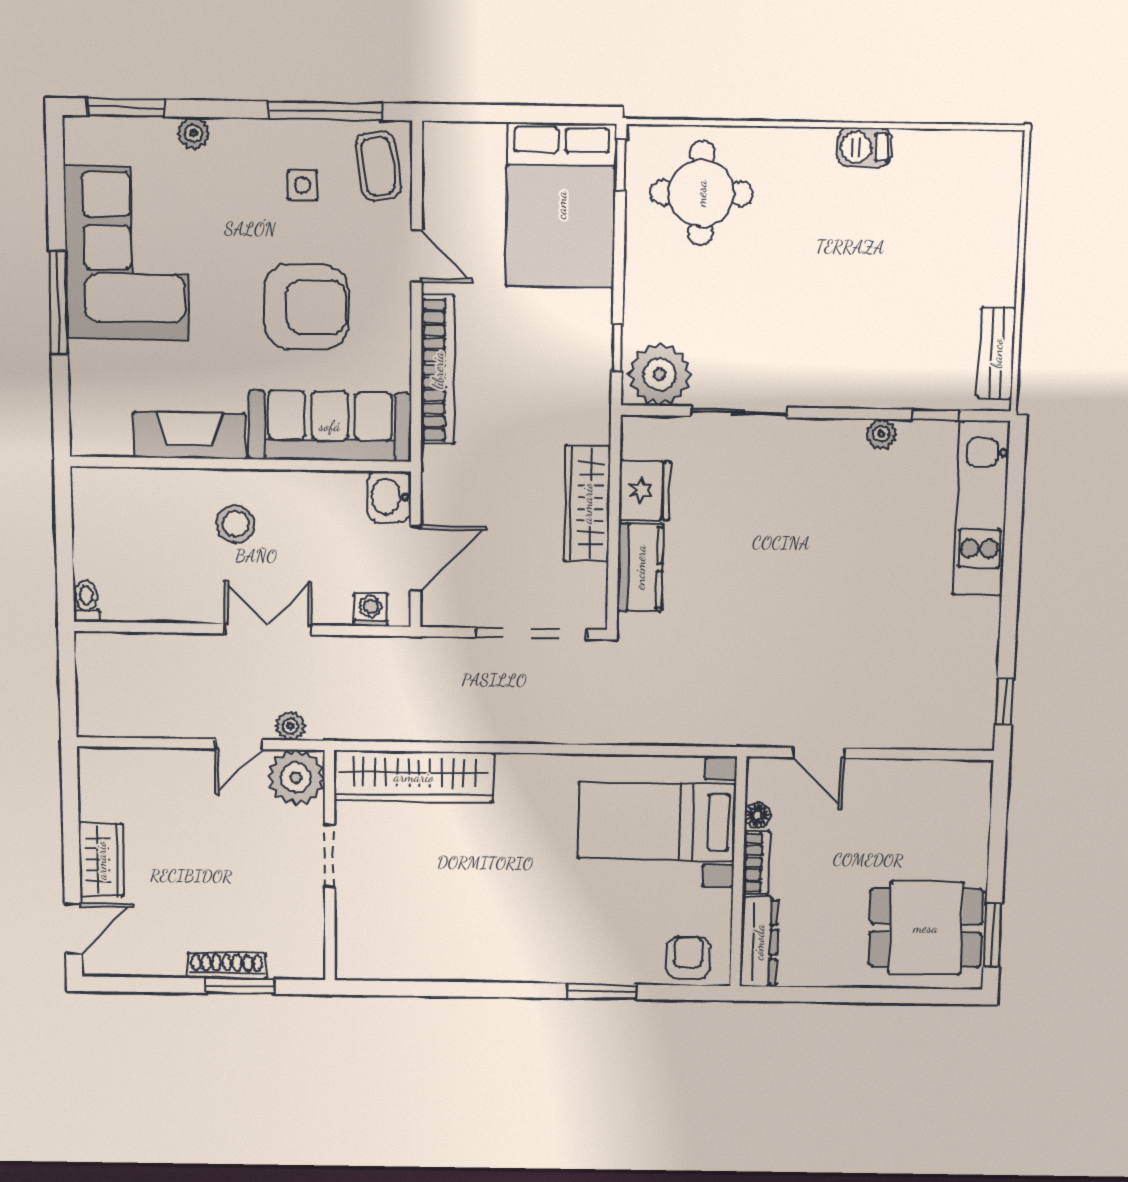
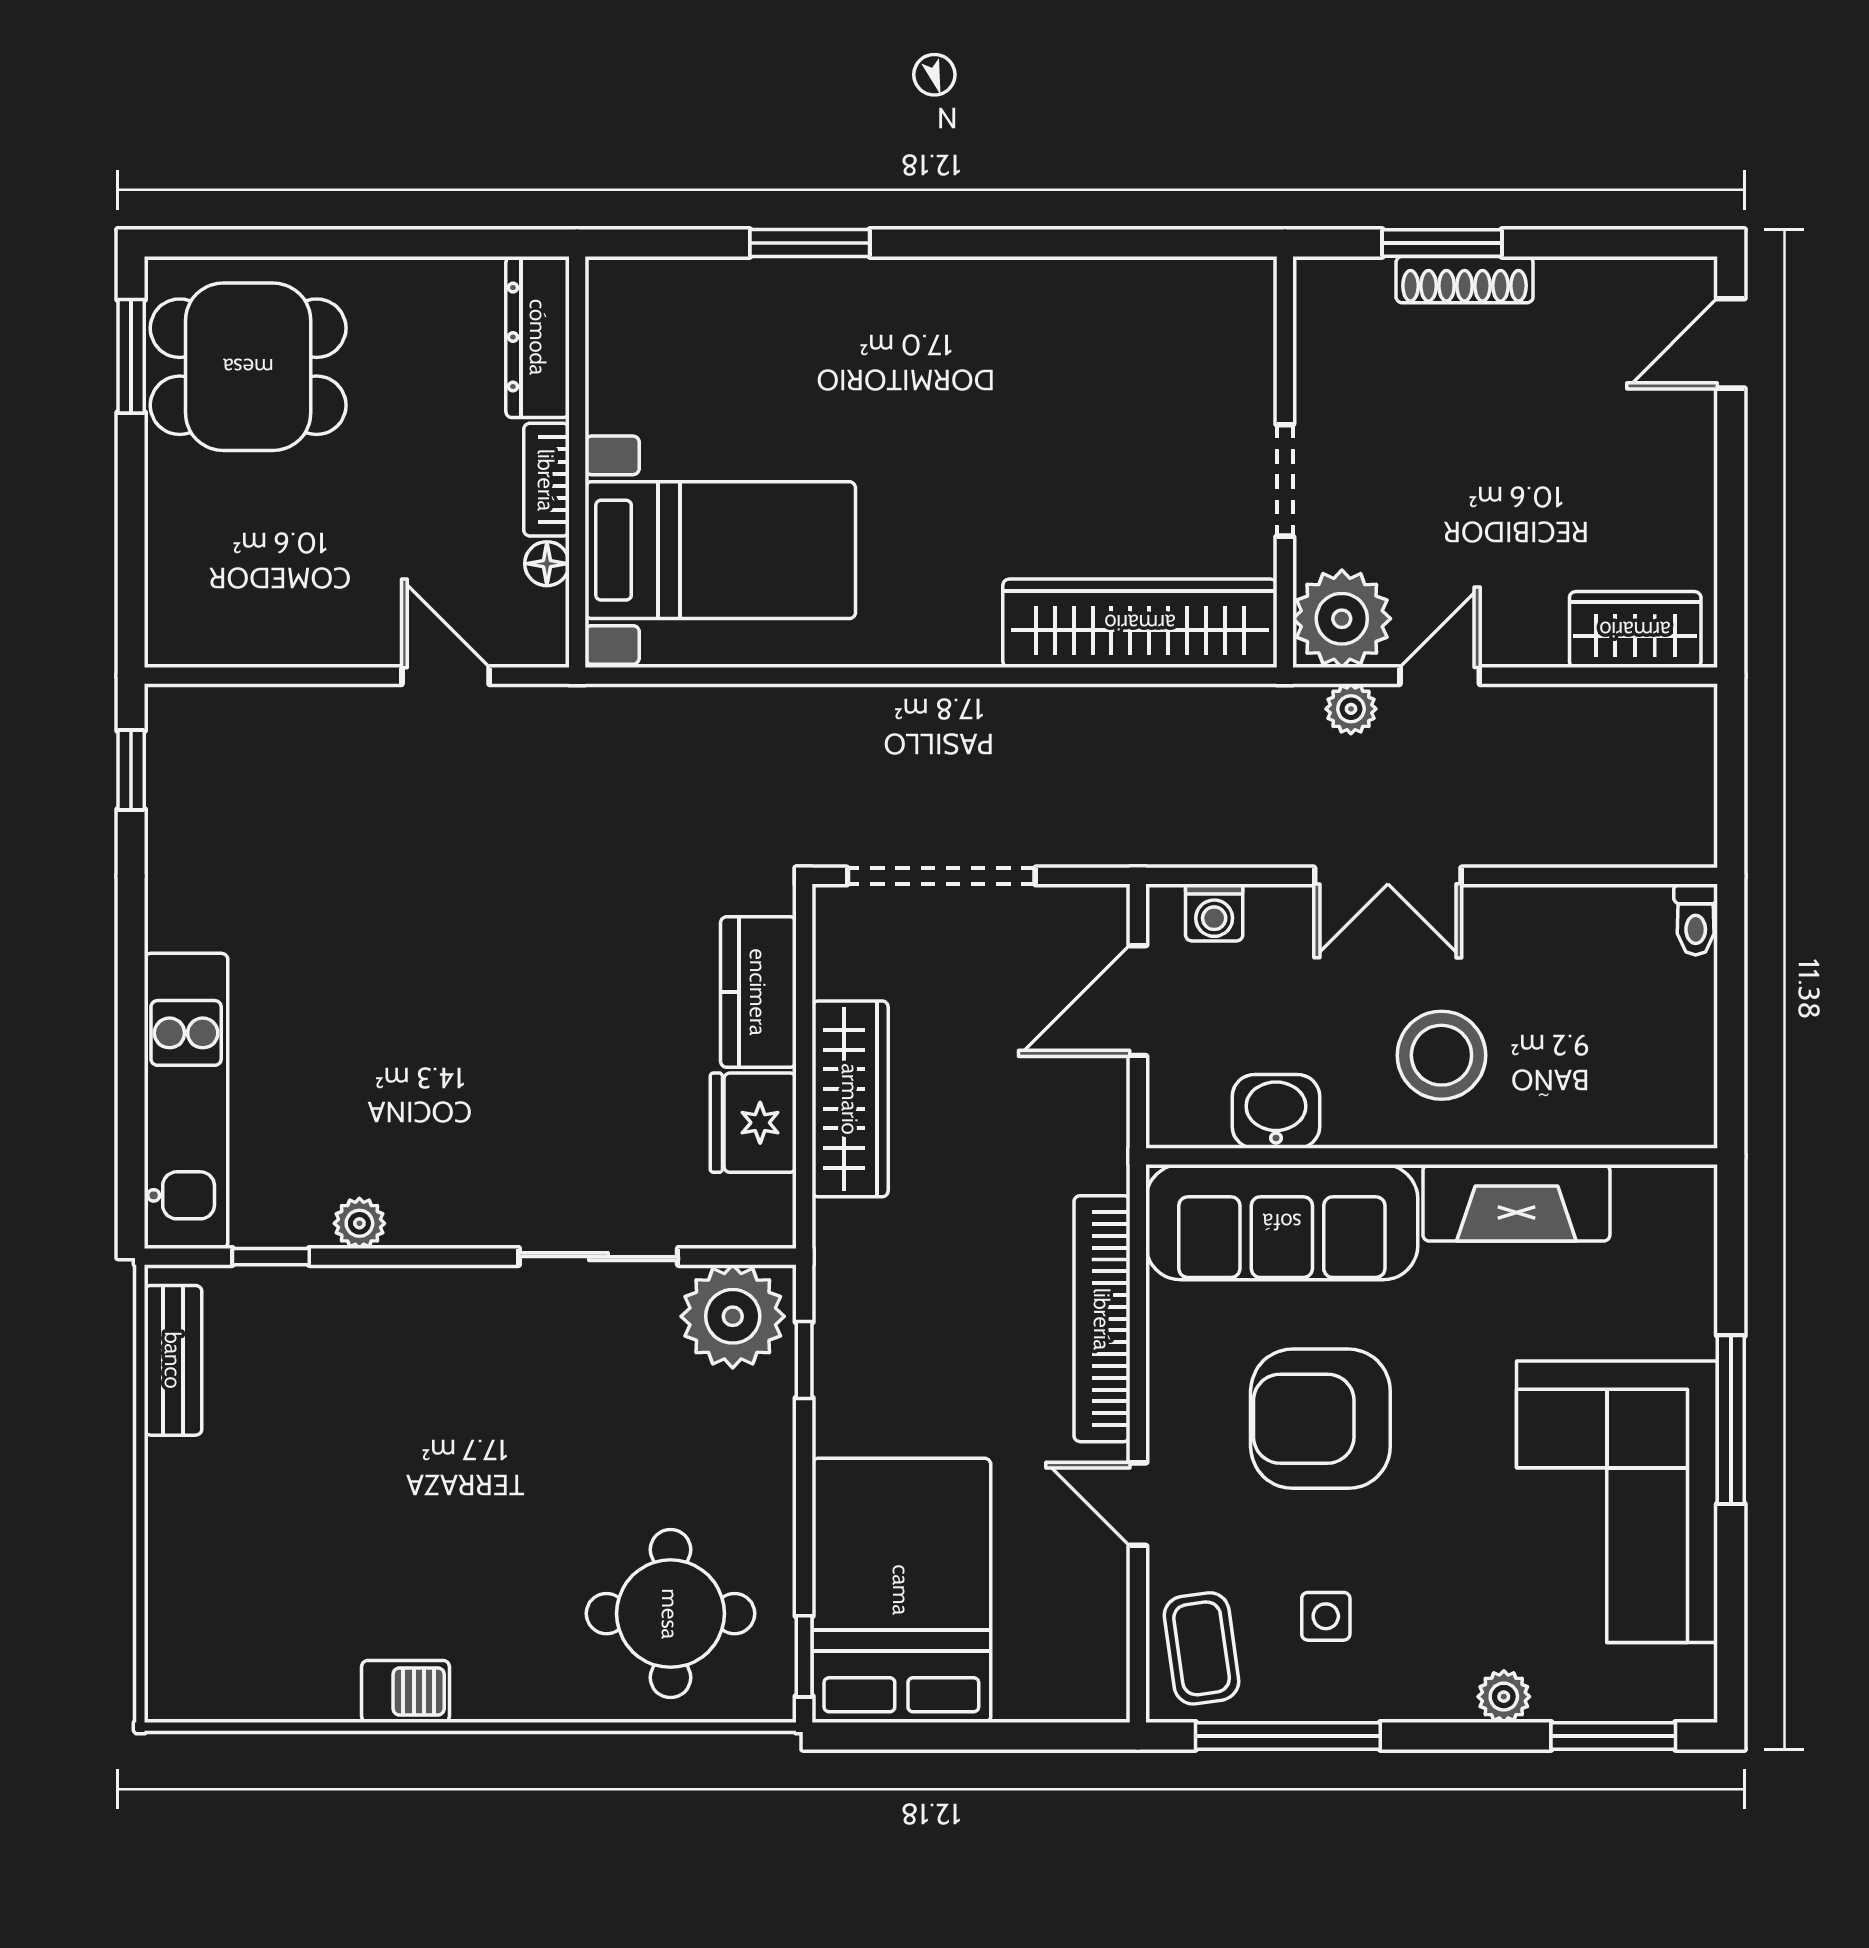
washbasin: (389, 497) -> (1276, 1111), moved, turned -90
stool: (236, 524) -> (1441, 1055), width x1.38, depth x1.38
wardrobe: (101, 860) -> (1635, 630), moved, turned 90
armchair: (688, 958) -> (660, 307), removed

